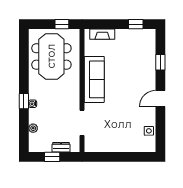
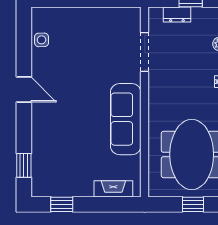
window: (62, 24) -> (193, 204), moved
window: (160, 62) -> (24, 165), moved
door: (160, 99) -> (24, 90), hinge flipped

